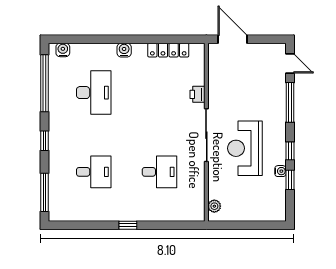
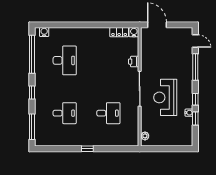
water cooler: (124, 50) -> (134, 32), moved
locker: (168, 50) -> (119, 32), width x0.66

